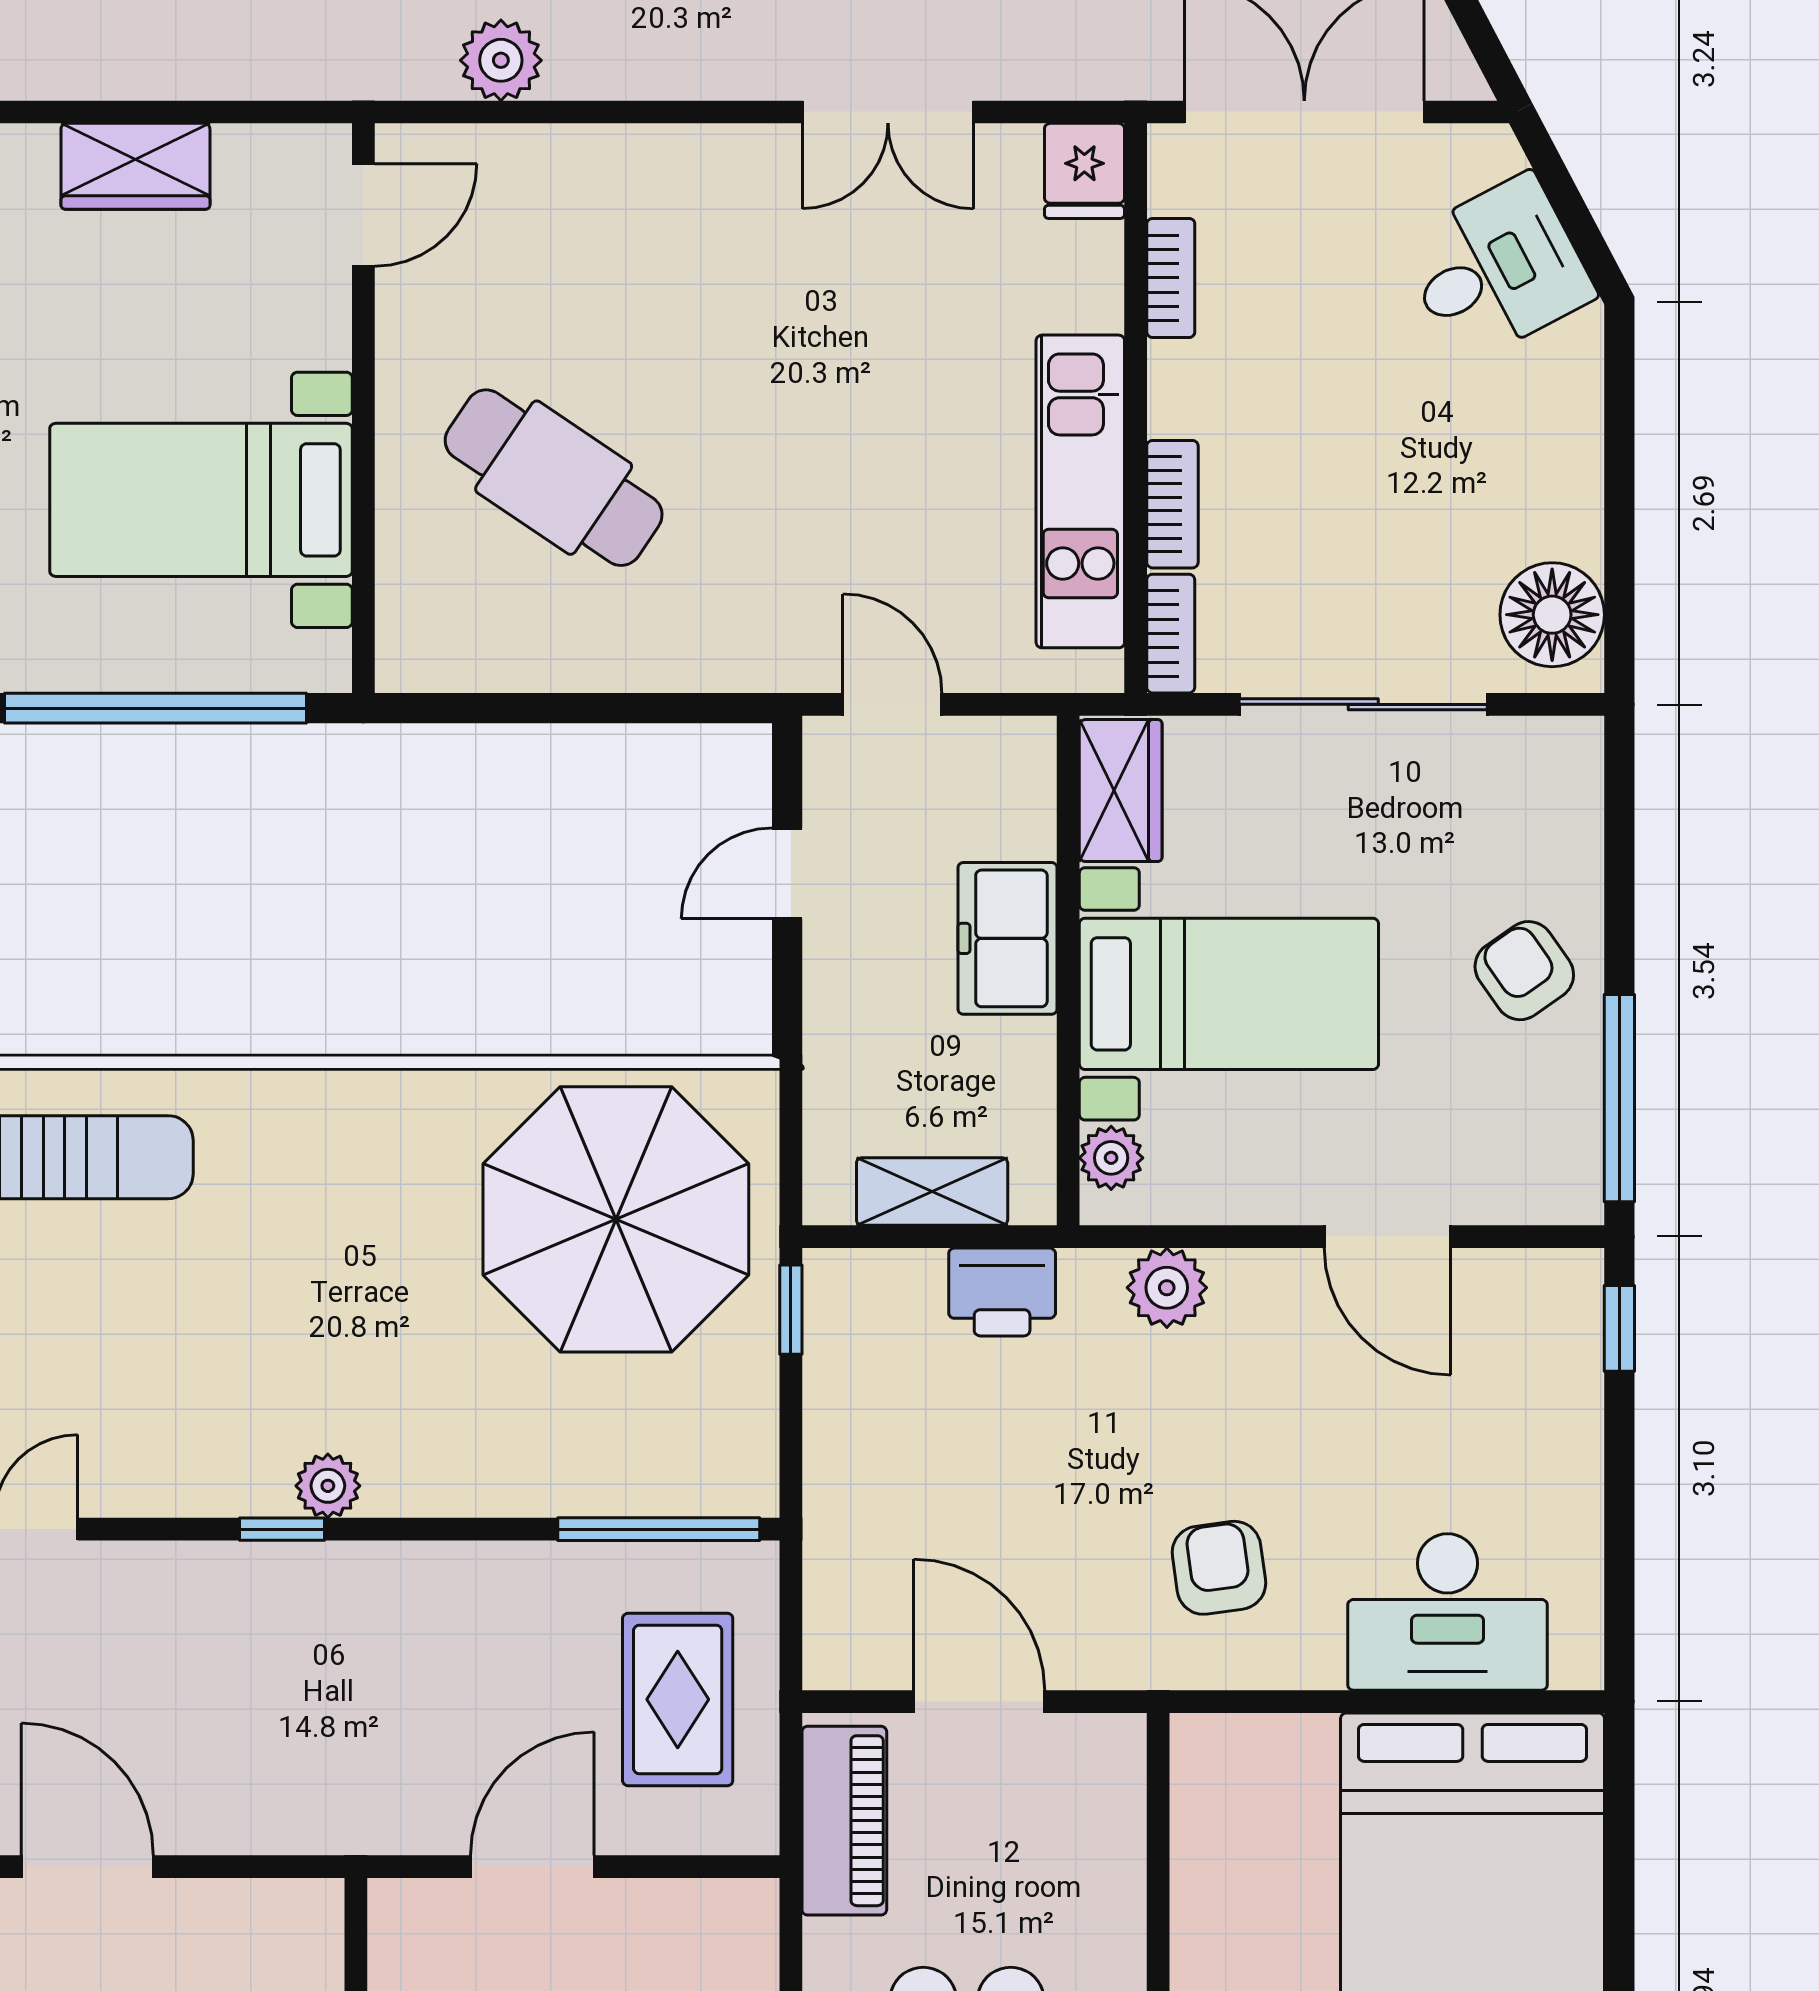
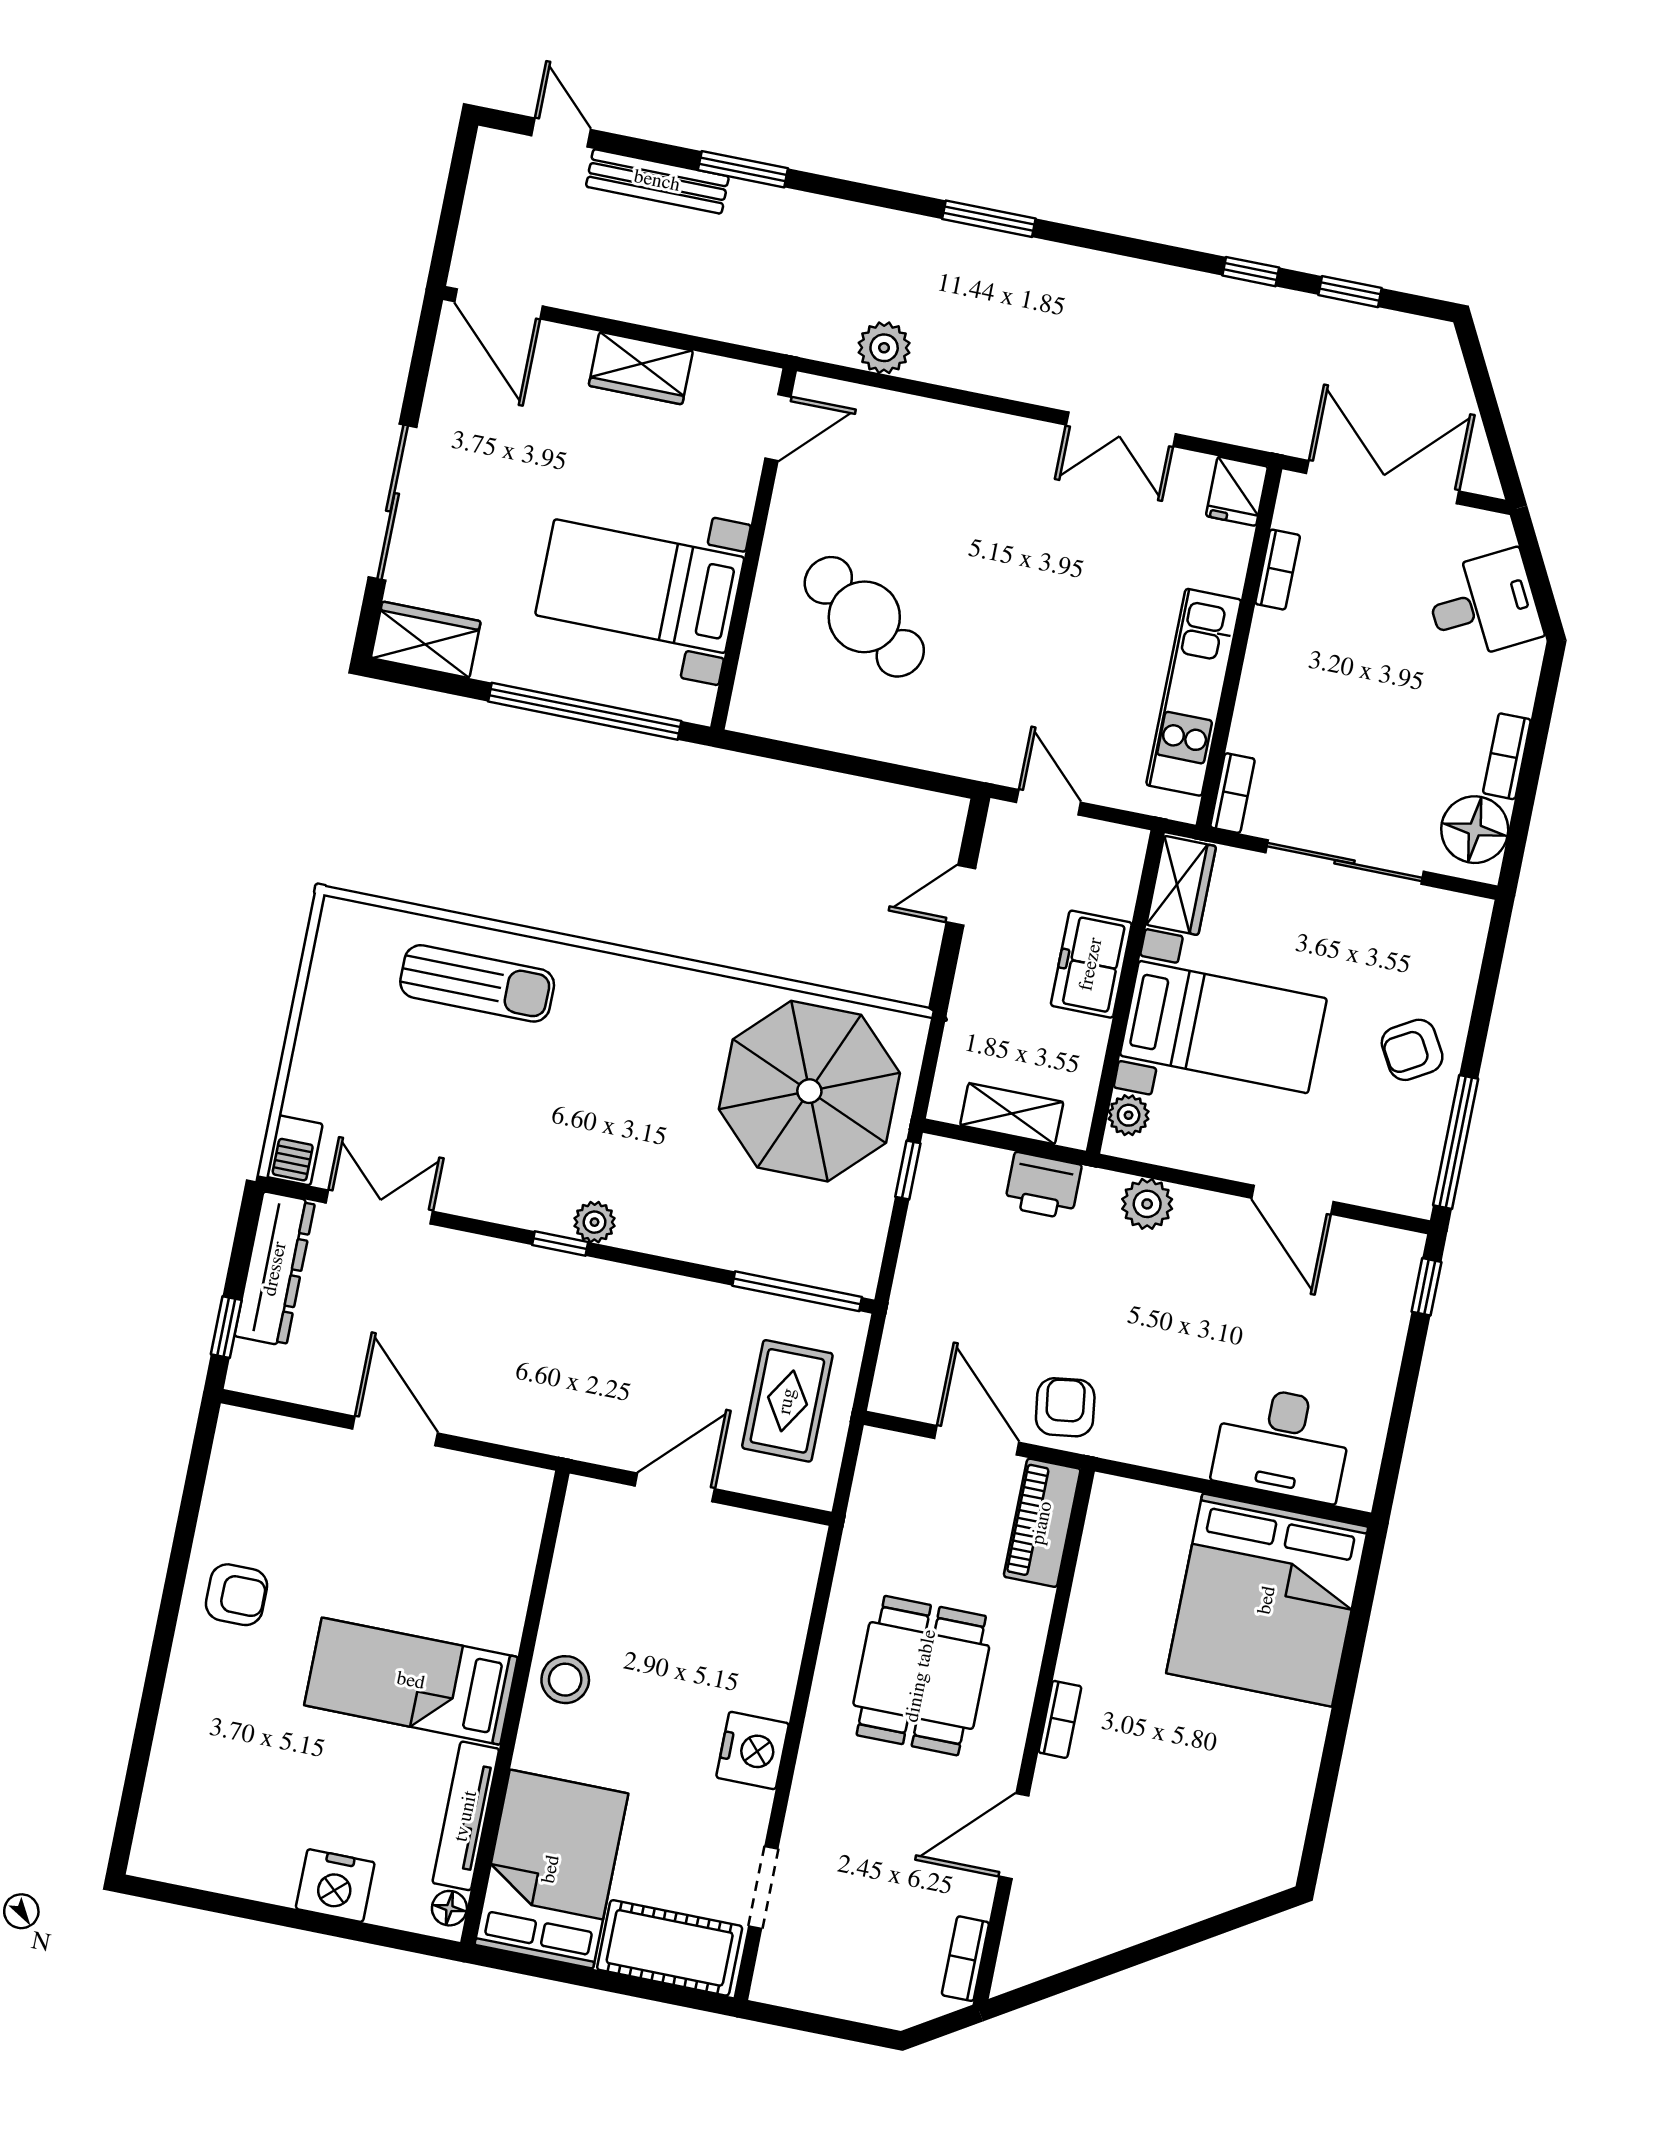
bookcase: (1172, 504) -> (1507, 756), moved, turned 180
armchair: (1524, 971) -> (1412, 1050), turned -85
armchair: (1219, 1568) -> (1065, 1407), moved
piano: (844, 1821) -> (1042, 1523), moved, turned 180

